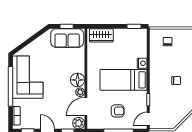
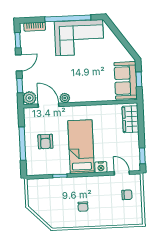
floor lamp: (78, 80) -> (79, 94), removed
door: (148, 119) -> (122, 173), moved

